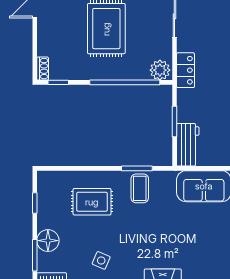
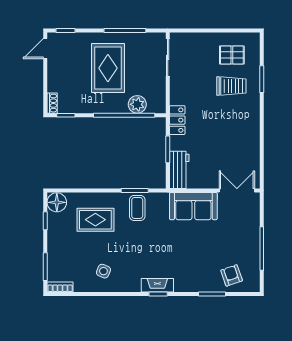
plant: (160, 70) -> (137, 104), moved
locker: (185, 70) -> (177, 120), moved
floor lamp: (48, 241) -> (57, 202), moved

